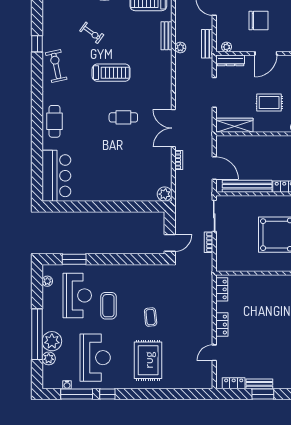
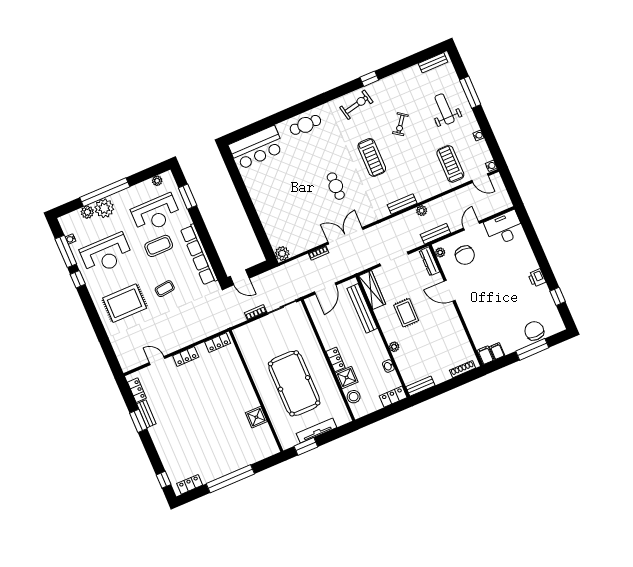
chair: (258, 21) -> (465, 255), moved
bench: (166, 36) -> (402, 204), moved
bench: (247, 186) -> (362, 308), moved
row of seats: (133, 272) -> (199, 255), added

